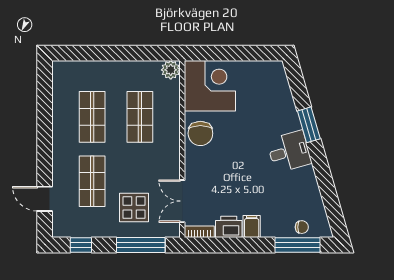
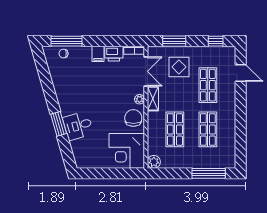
window: (91, 53) -> (209, 173), added
desk: (289, 152) -> (78, 126), moved
plant: (191, 161) -> (139, 99), added
shelving: (172, 162) -> (153, 99), added
window: (141, 245) -> (174, 41), width x0.69

